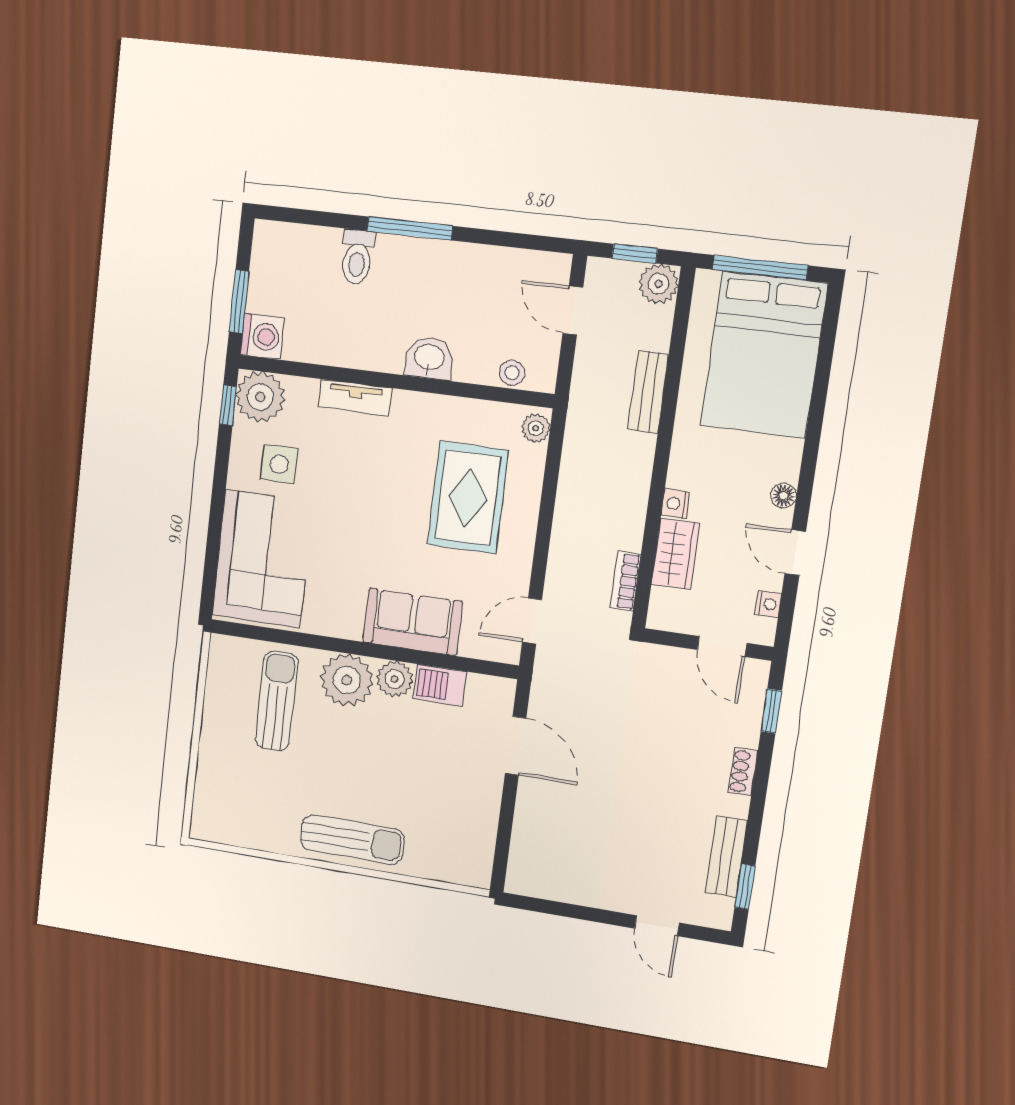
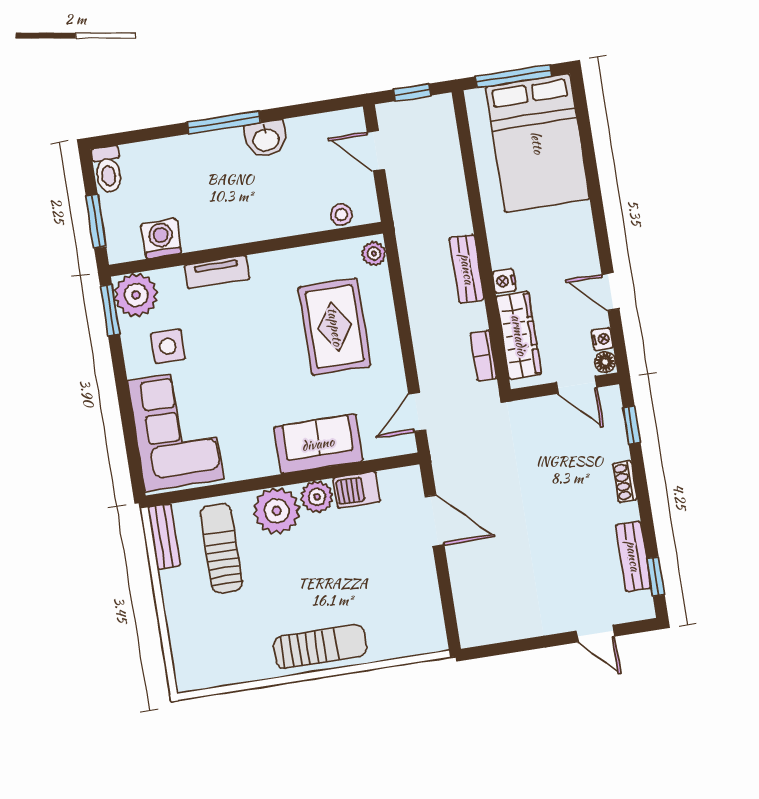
toilet: (357, 257) -> (108, 170), moved
plant: (659, 284) -> (438, 111), removed
washing machine: (262, 337) -> (161, 239), moved, turned -90
washbasin: (429, 358) -> (266, 139), moved, turned 180
bench: (648, 392) -> (467, 269), moved
window: (228, 405) -> (110, 310), width x1.50
floor lamp: (784, 496) -> (605, 362), moved
wardrobe: (675, 554) -> (519, 335), width x1.50
bench: (220, 669) -> (164, 537), added

